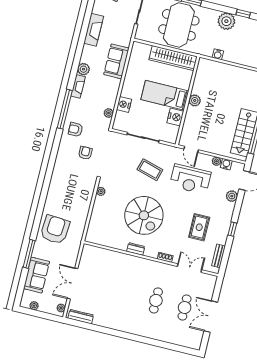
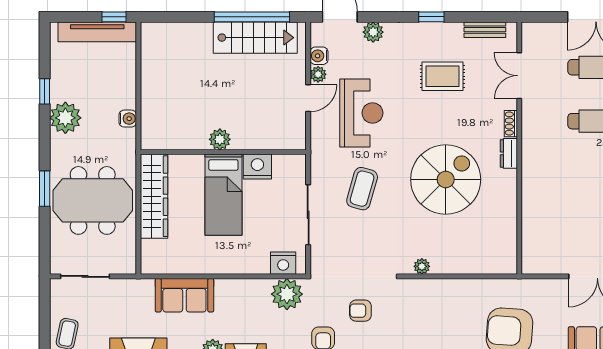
nightstand: (124, 104) -> (283, 263), moved
plant: (109, 113) -> (287, 294), width x1.88, depth x1.88
door: (191, 149) -> (308, 98), moved
dresser: (136, 249) -> (509, 153), moved

